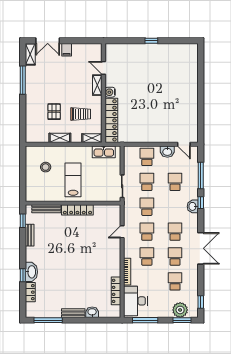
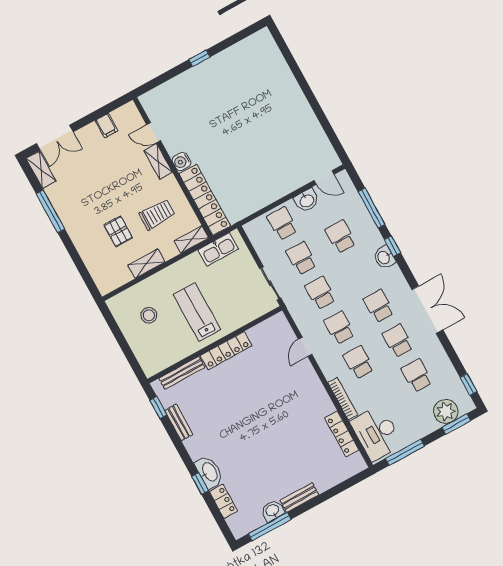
filing cabinet: (67, 50) -> (106, 126), moved
washbasin: (92, 312) -> (272, 511), moved

